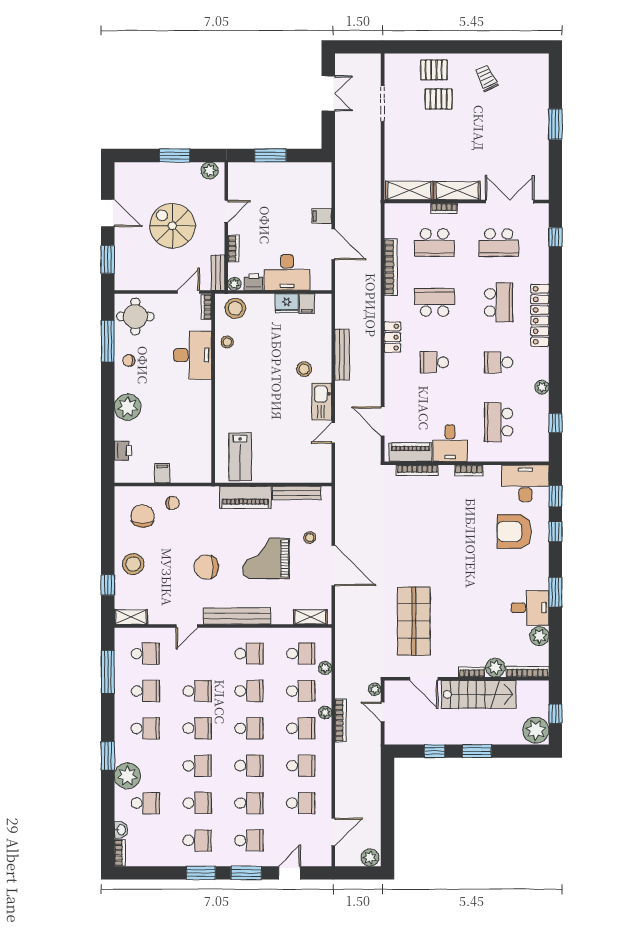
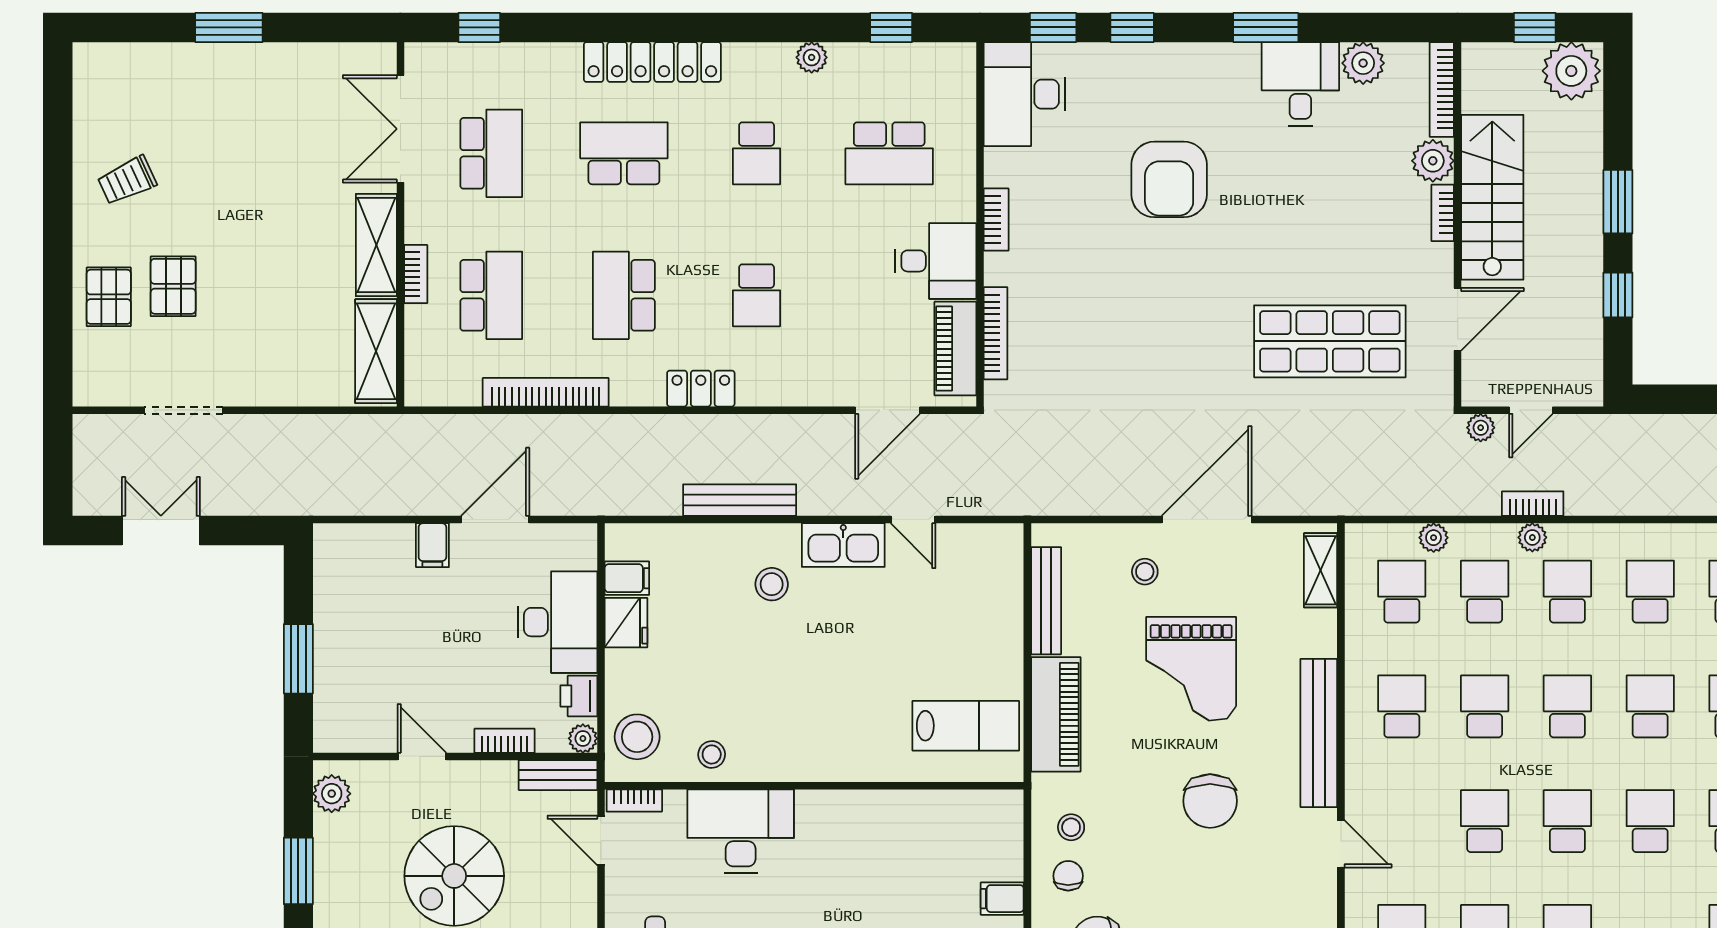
stool: (194, 504) -> (1071, 827), added
armchair: (514, 532) -> (1169, 179), moved
bookcase: (340, 720) -> (1533, 504), width x0.64

